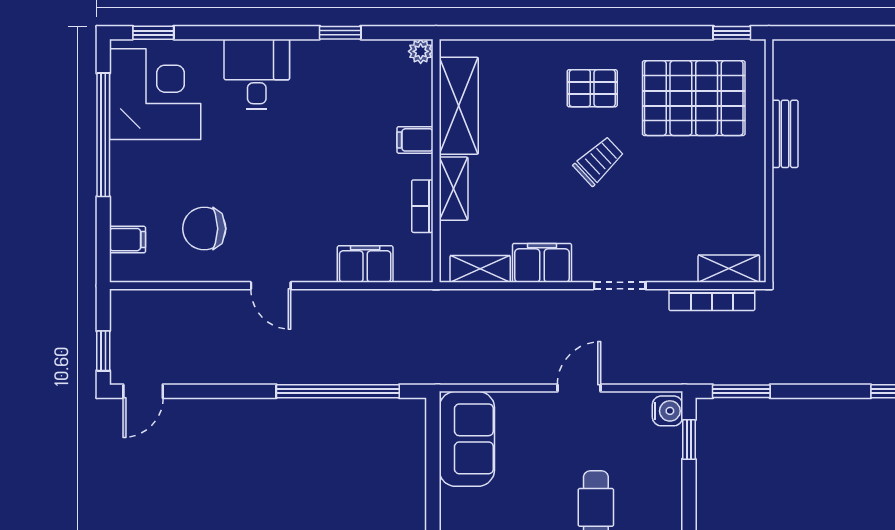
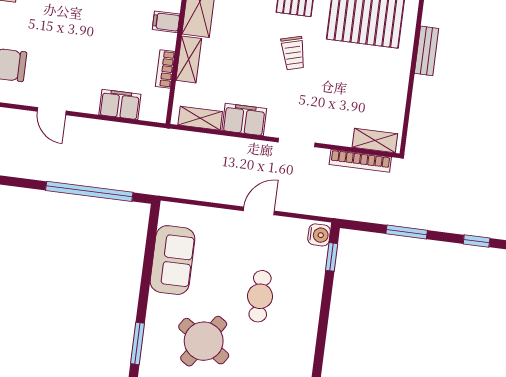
trolley: (599, 161) -> (293, 53), turned 118
window: (741, 391) -> (407, 232), moved
sofa: (467, 439) -> (173, 260), moved

